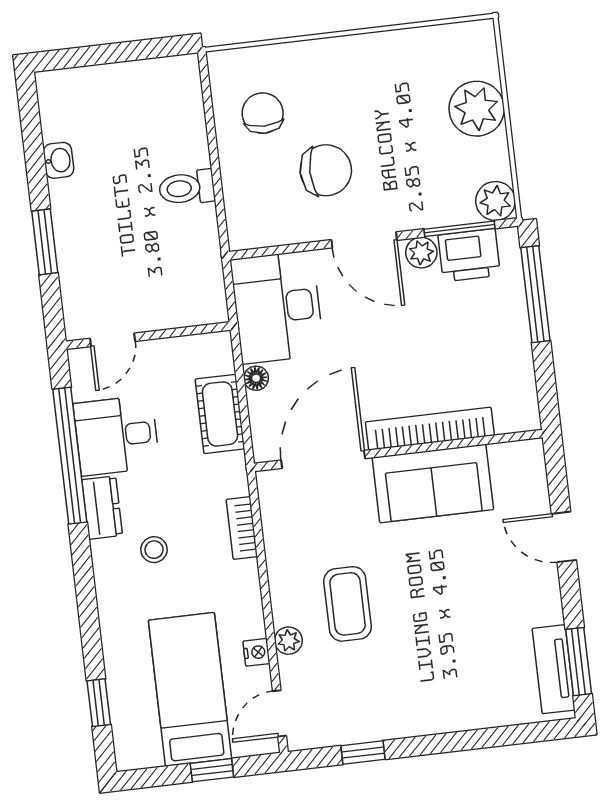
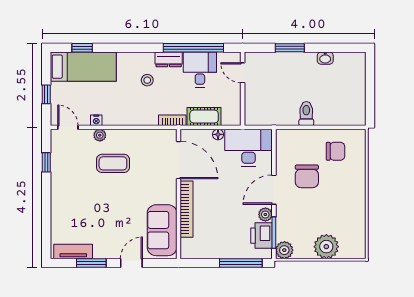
sofa: (433, 483) -> (162, 230), moved
bookcase: (242, 528) -> (172, 120), moved
window: (579, 662) -> (91, 263), moved
bed: (190, 689) -> (83, 67), moved

